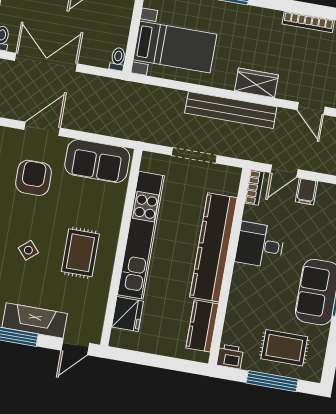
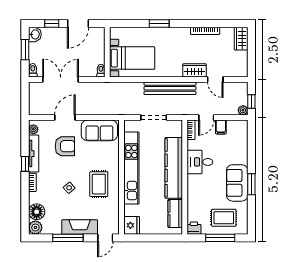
wardrobe: (256, 83) -> (195, 70), moved
armchair: (33, 178) -> (65, 146), turned 90
fridge: (128, 314) -> (132, 225), moved

